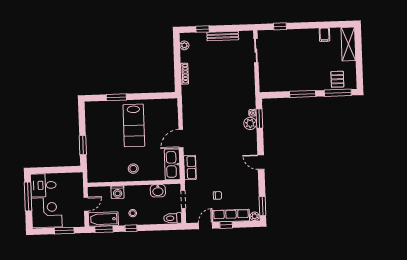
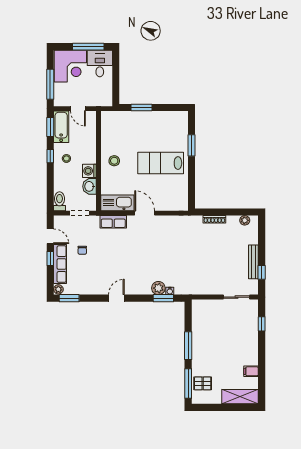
window: (202, 29) -> (262, 272), moved
washing machine: (118, 192) -> (89, 171), moved
window: (64, 231) -> (50, 84), width x1.44

